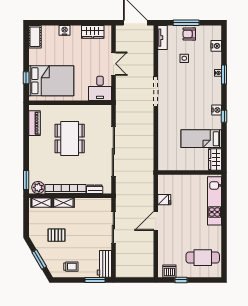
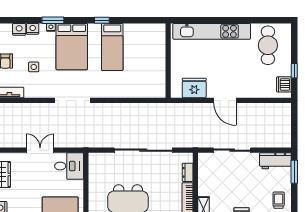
bed: (202, 91) -> (72, 47), added
nightstand: (217, 110) -> (33, 29), moved
bed: (201, 139) -> (112, 47), moved
wardrobe: (215, 159) -> (153, 31), removed
fridge: (164, 200) -> (194, 88), width x1.88, depth x1.34
kitchen unit: (215, 201) -> (212, 31), width x1.36

